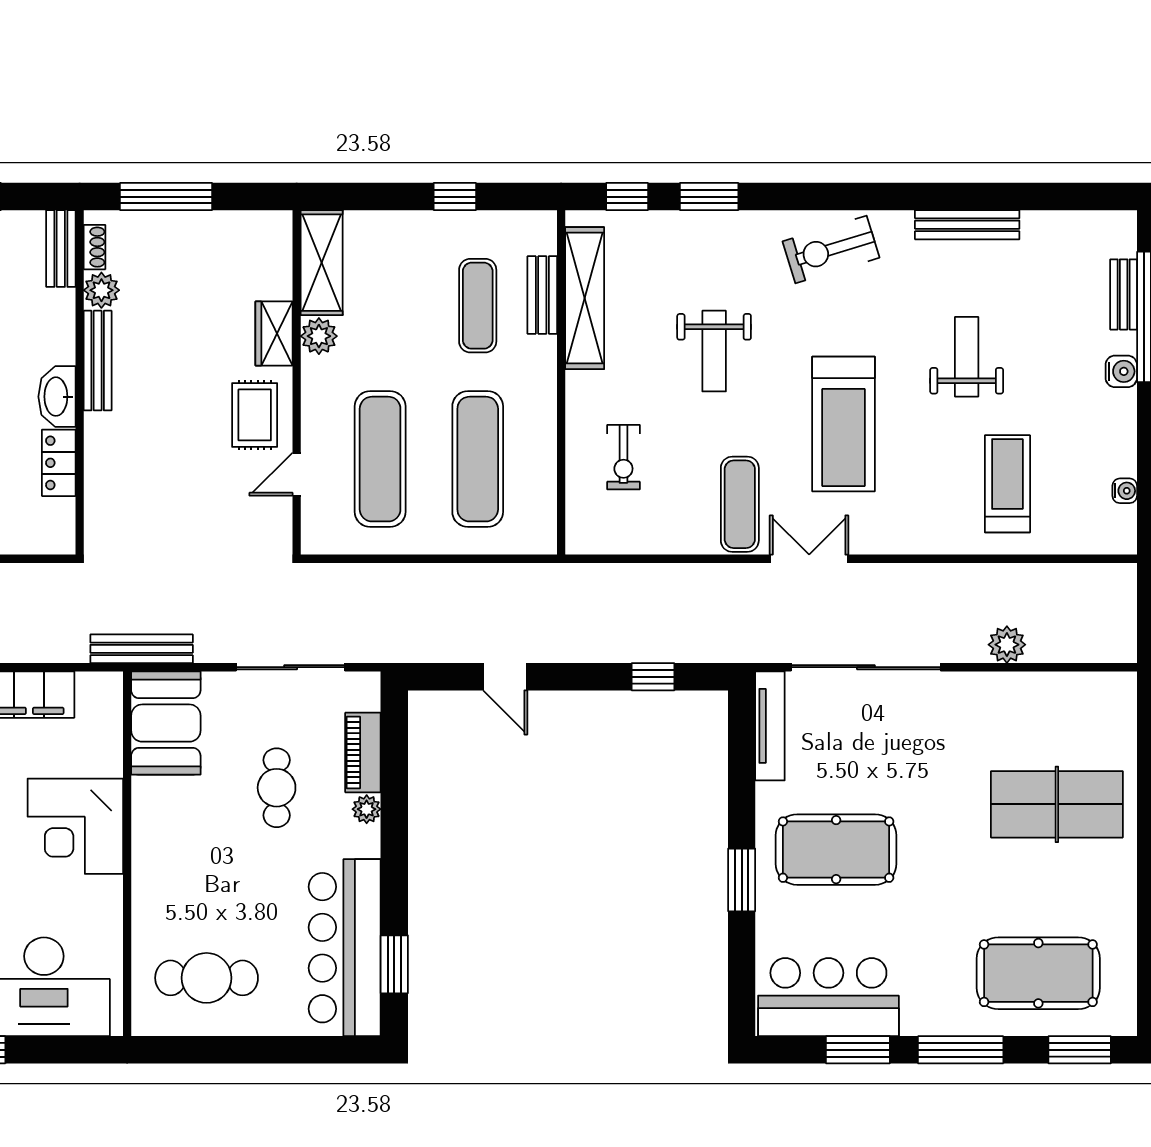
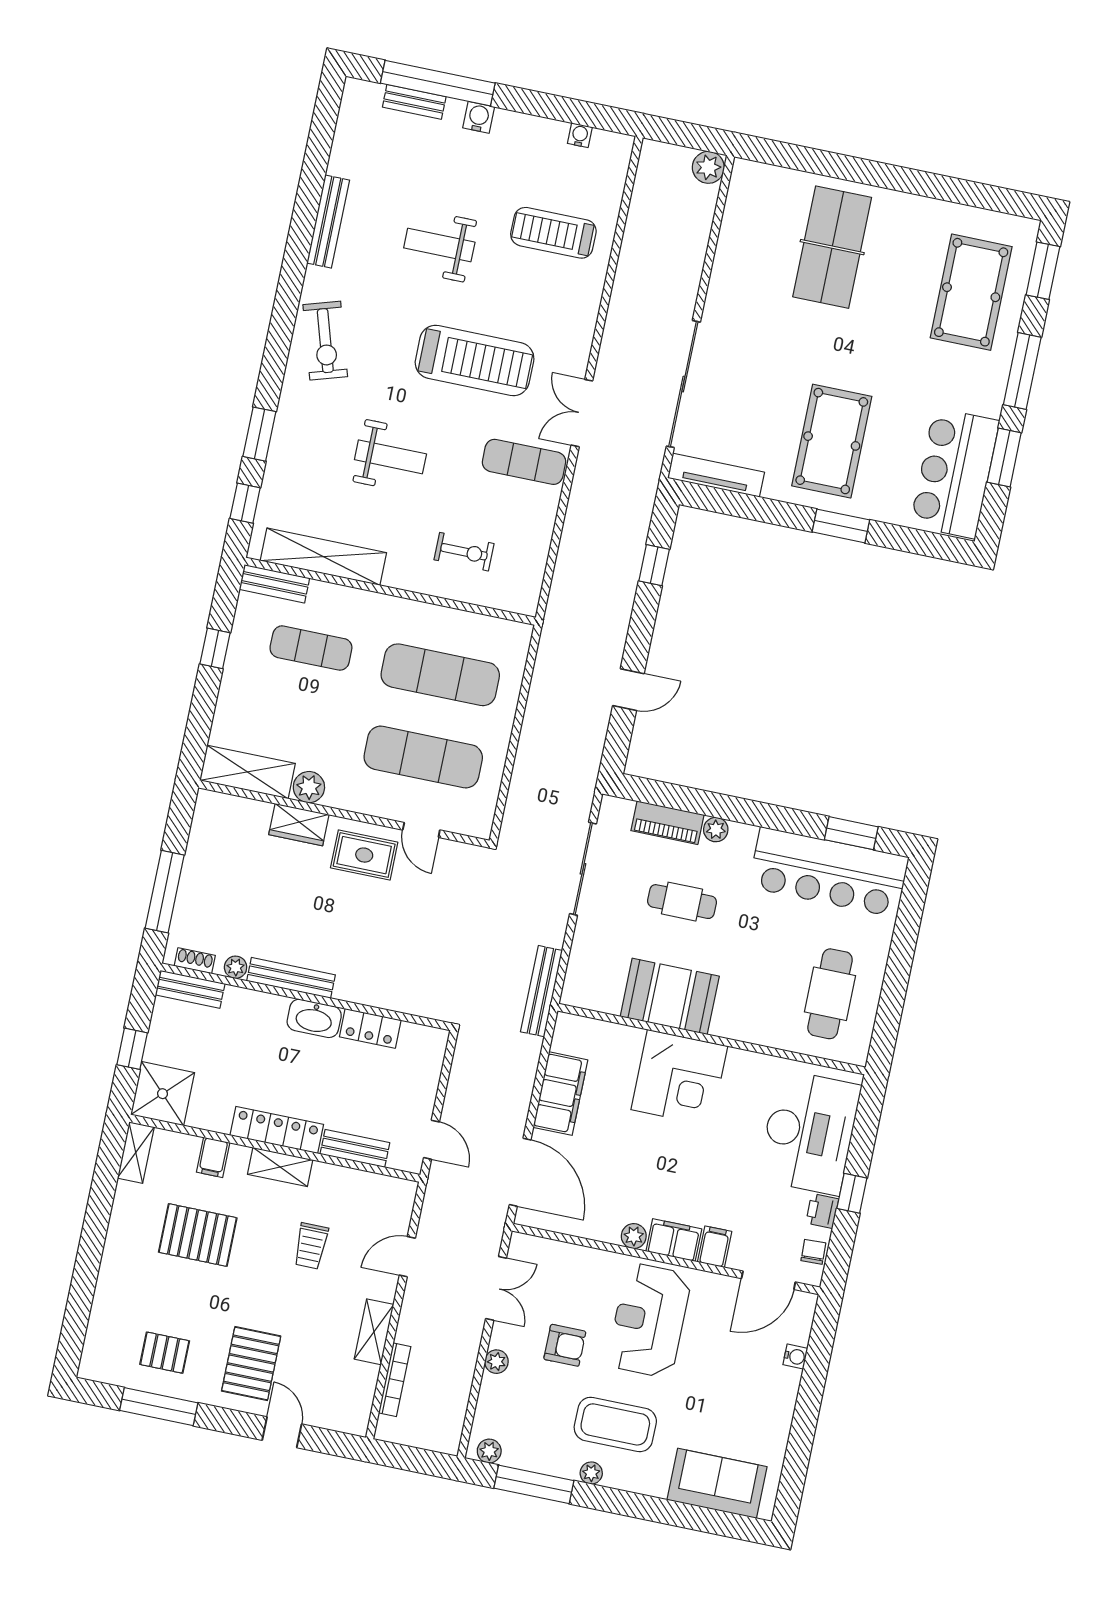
plant: (101, 290) -> (236, 967), width x0.73, depth x0.73
bench: (542, 295) -> (274, 584), moved
plant: (1007, 645) -> (708, 167), moved
booth: (166, 723) -> (670, 996), moved

